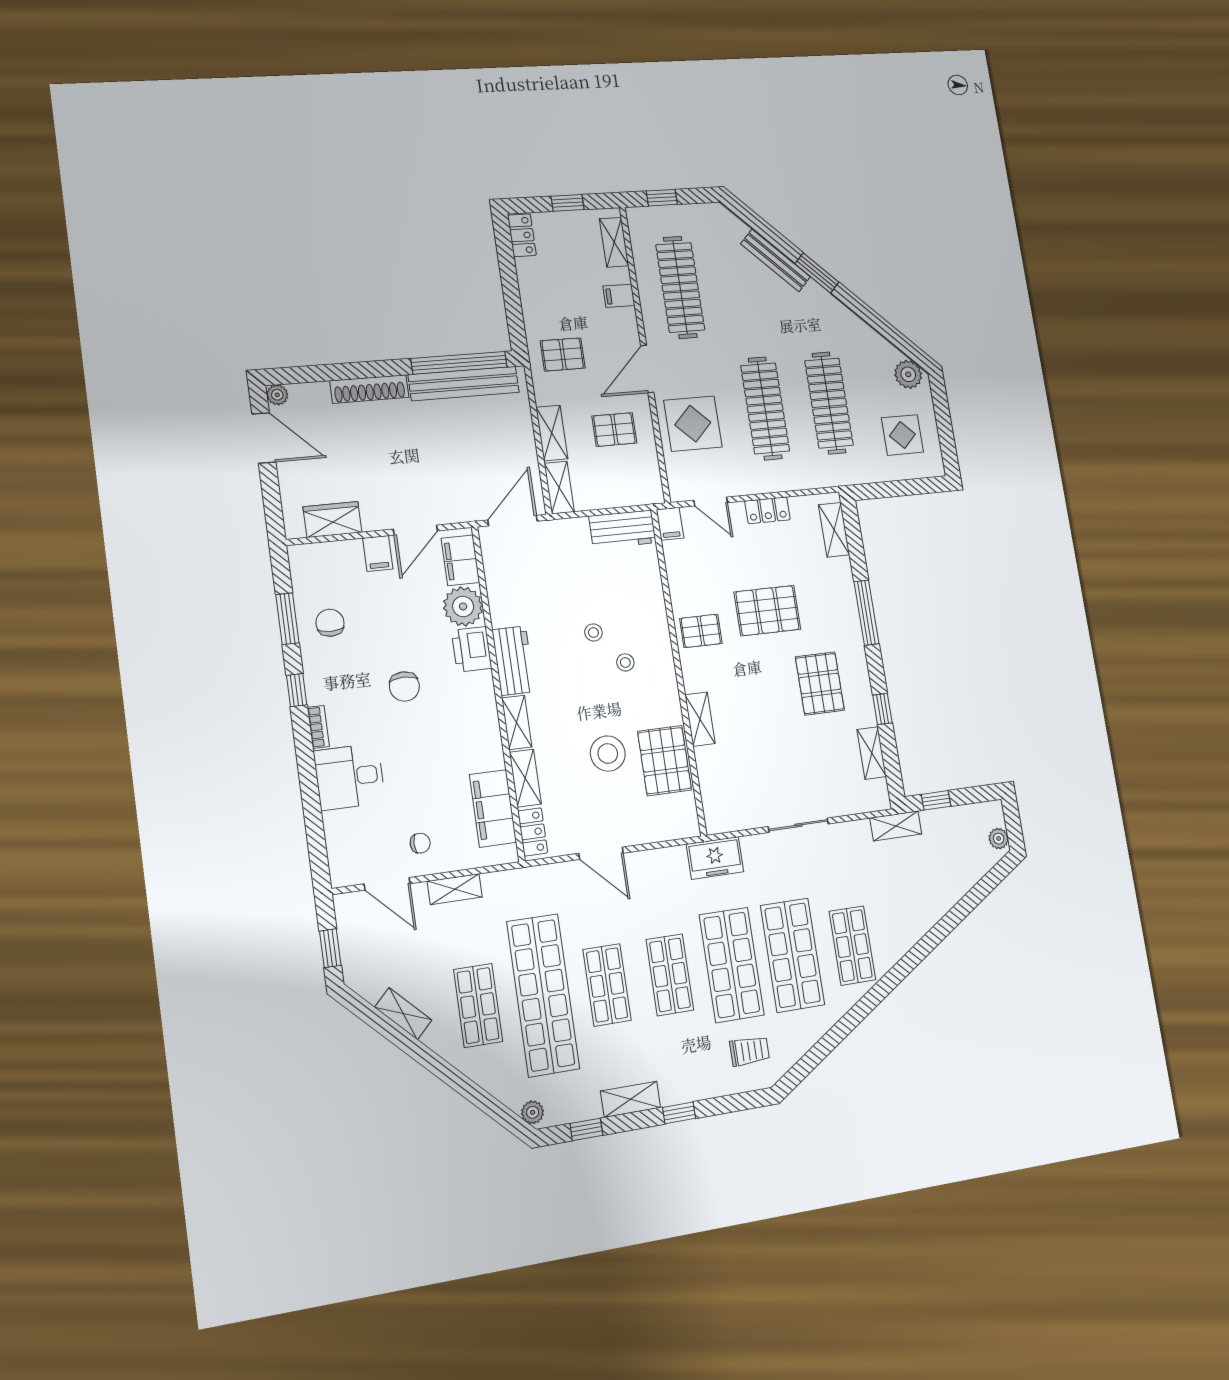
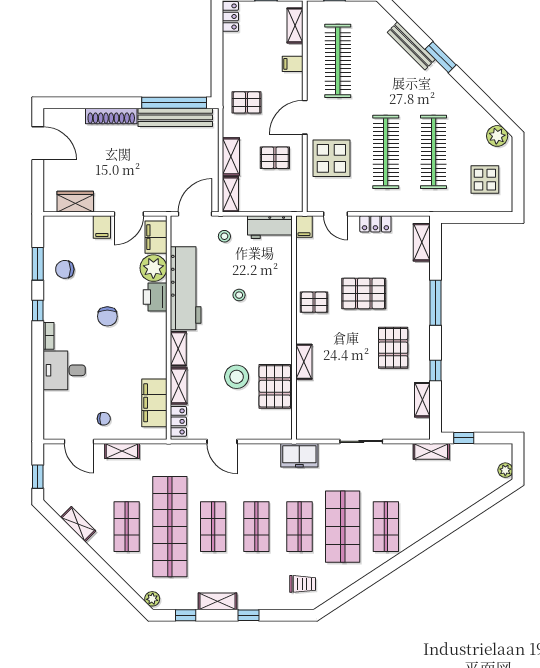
plant: (277, 395) -> (50, 115), removed
chair: (330, 623) -> (65, 269), turned -90
workbench: (513, 661) -> (186, 288), width x1.88, depth x1.32
stool: (625, 662) -> (224, 236), moved
shop shelf: (732, 965) -> (300, 527), width x0.70, depth x0.74

